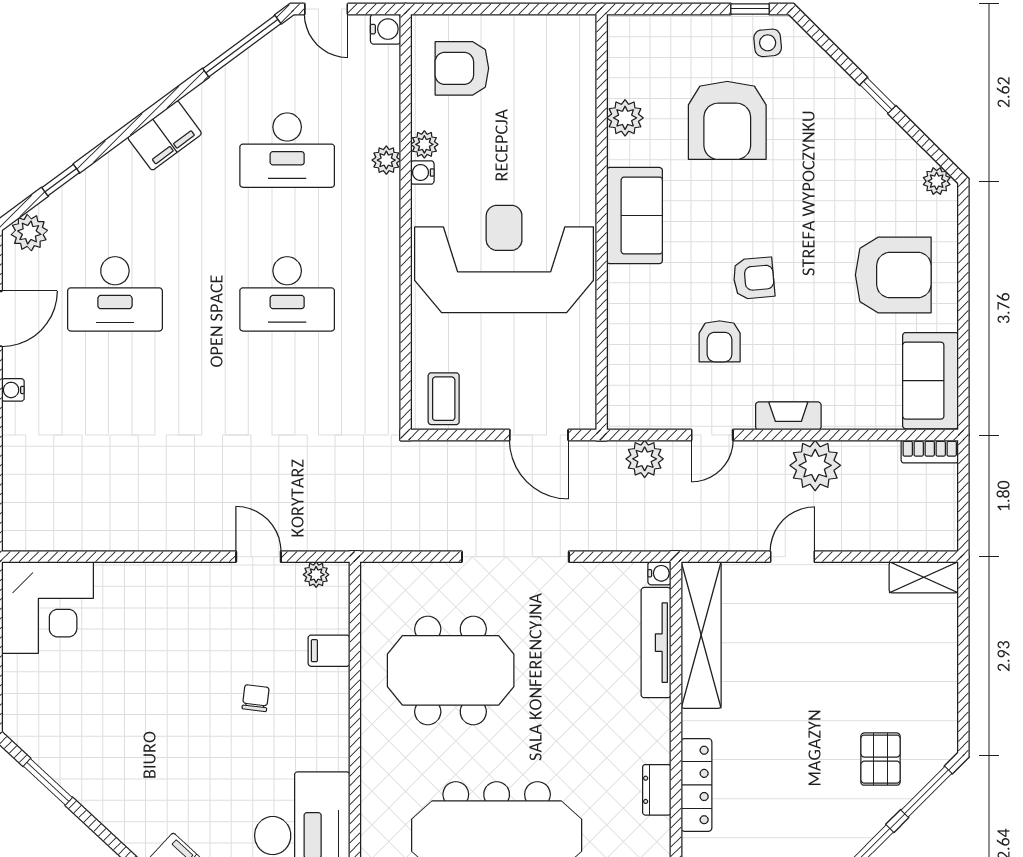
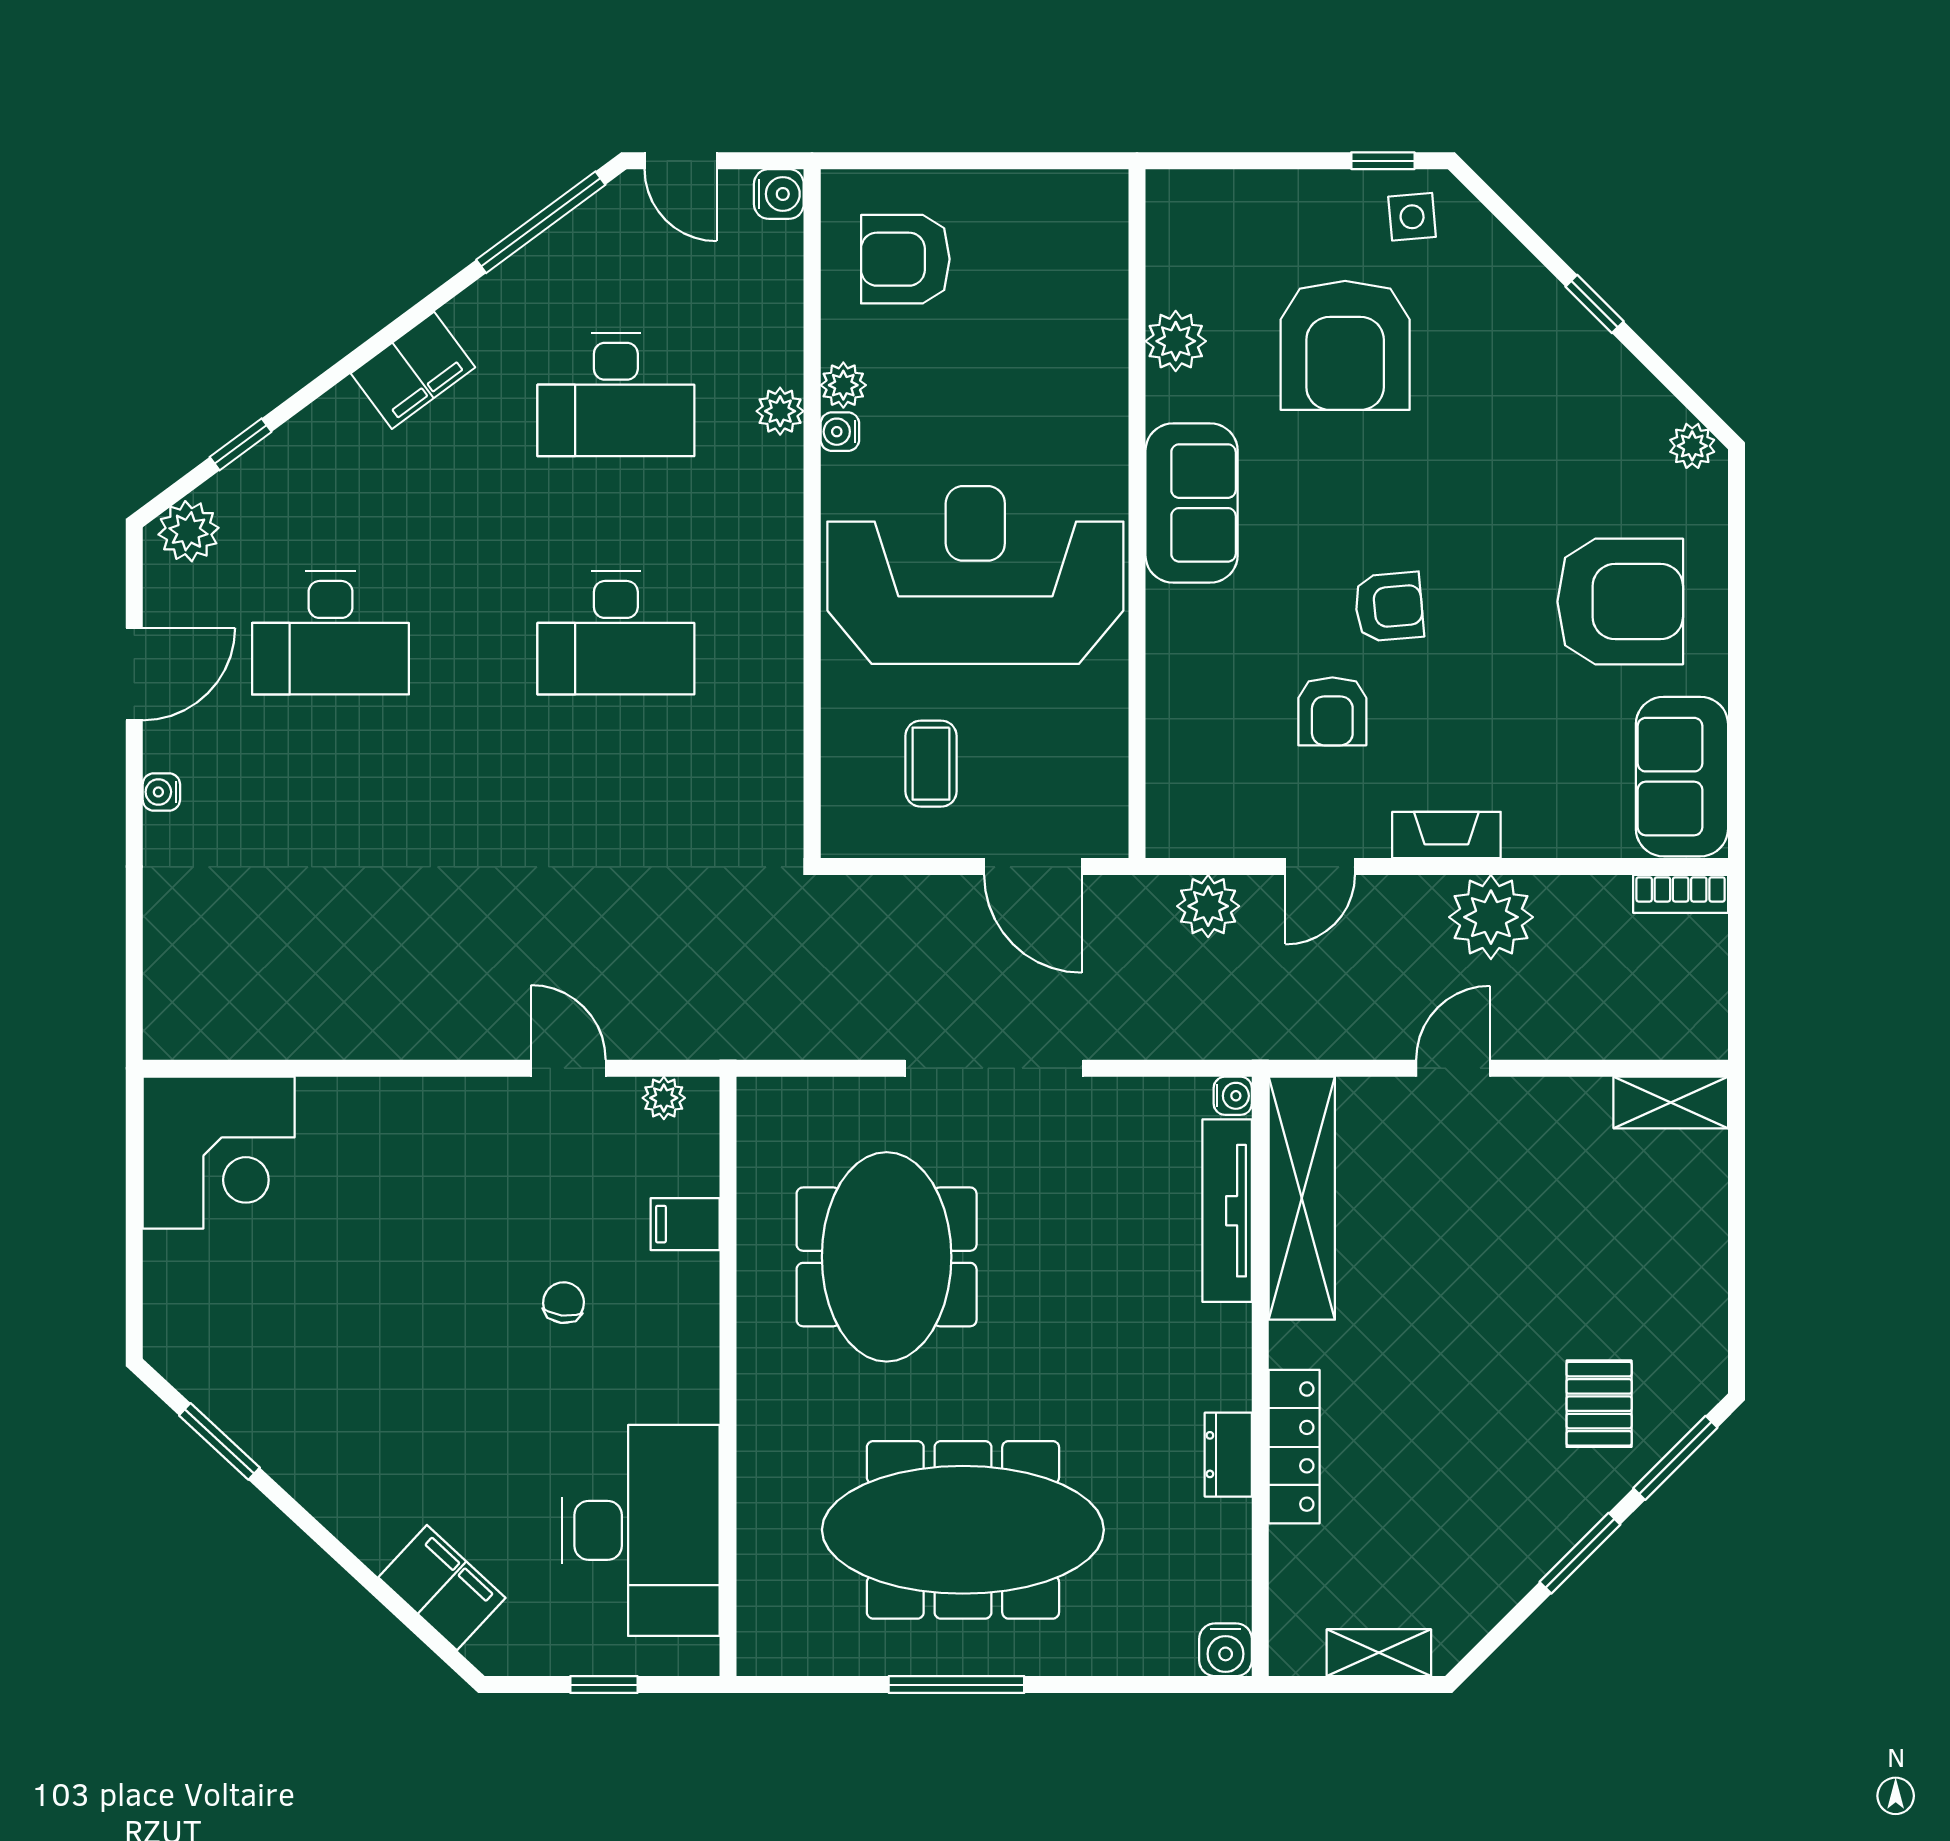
coffee table: (444, 399) -> (931, 764), moved
meeting table: (451, 670) -> (887, 1257), turned 90

